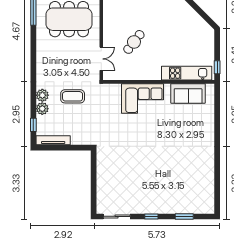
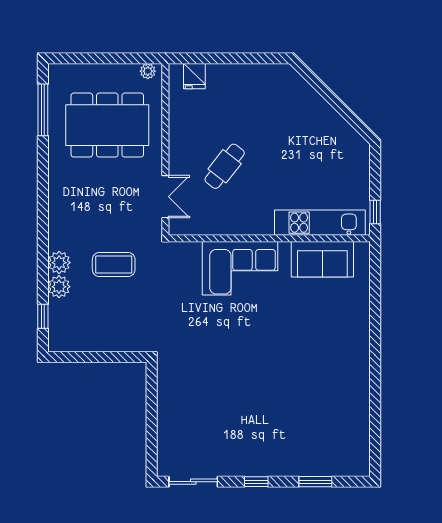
tv unit: (53, 140) -> (79, 344), removed

